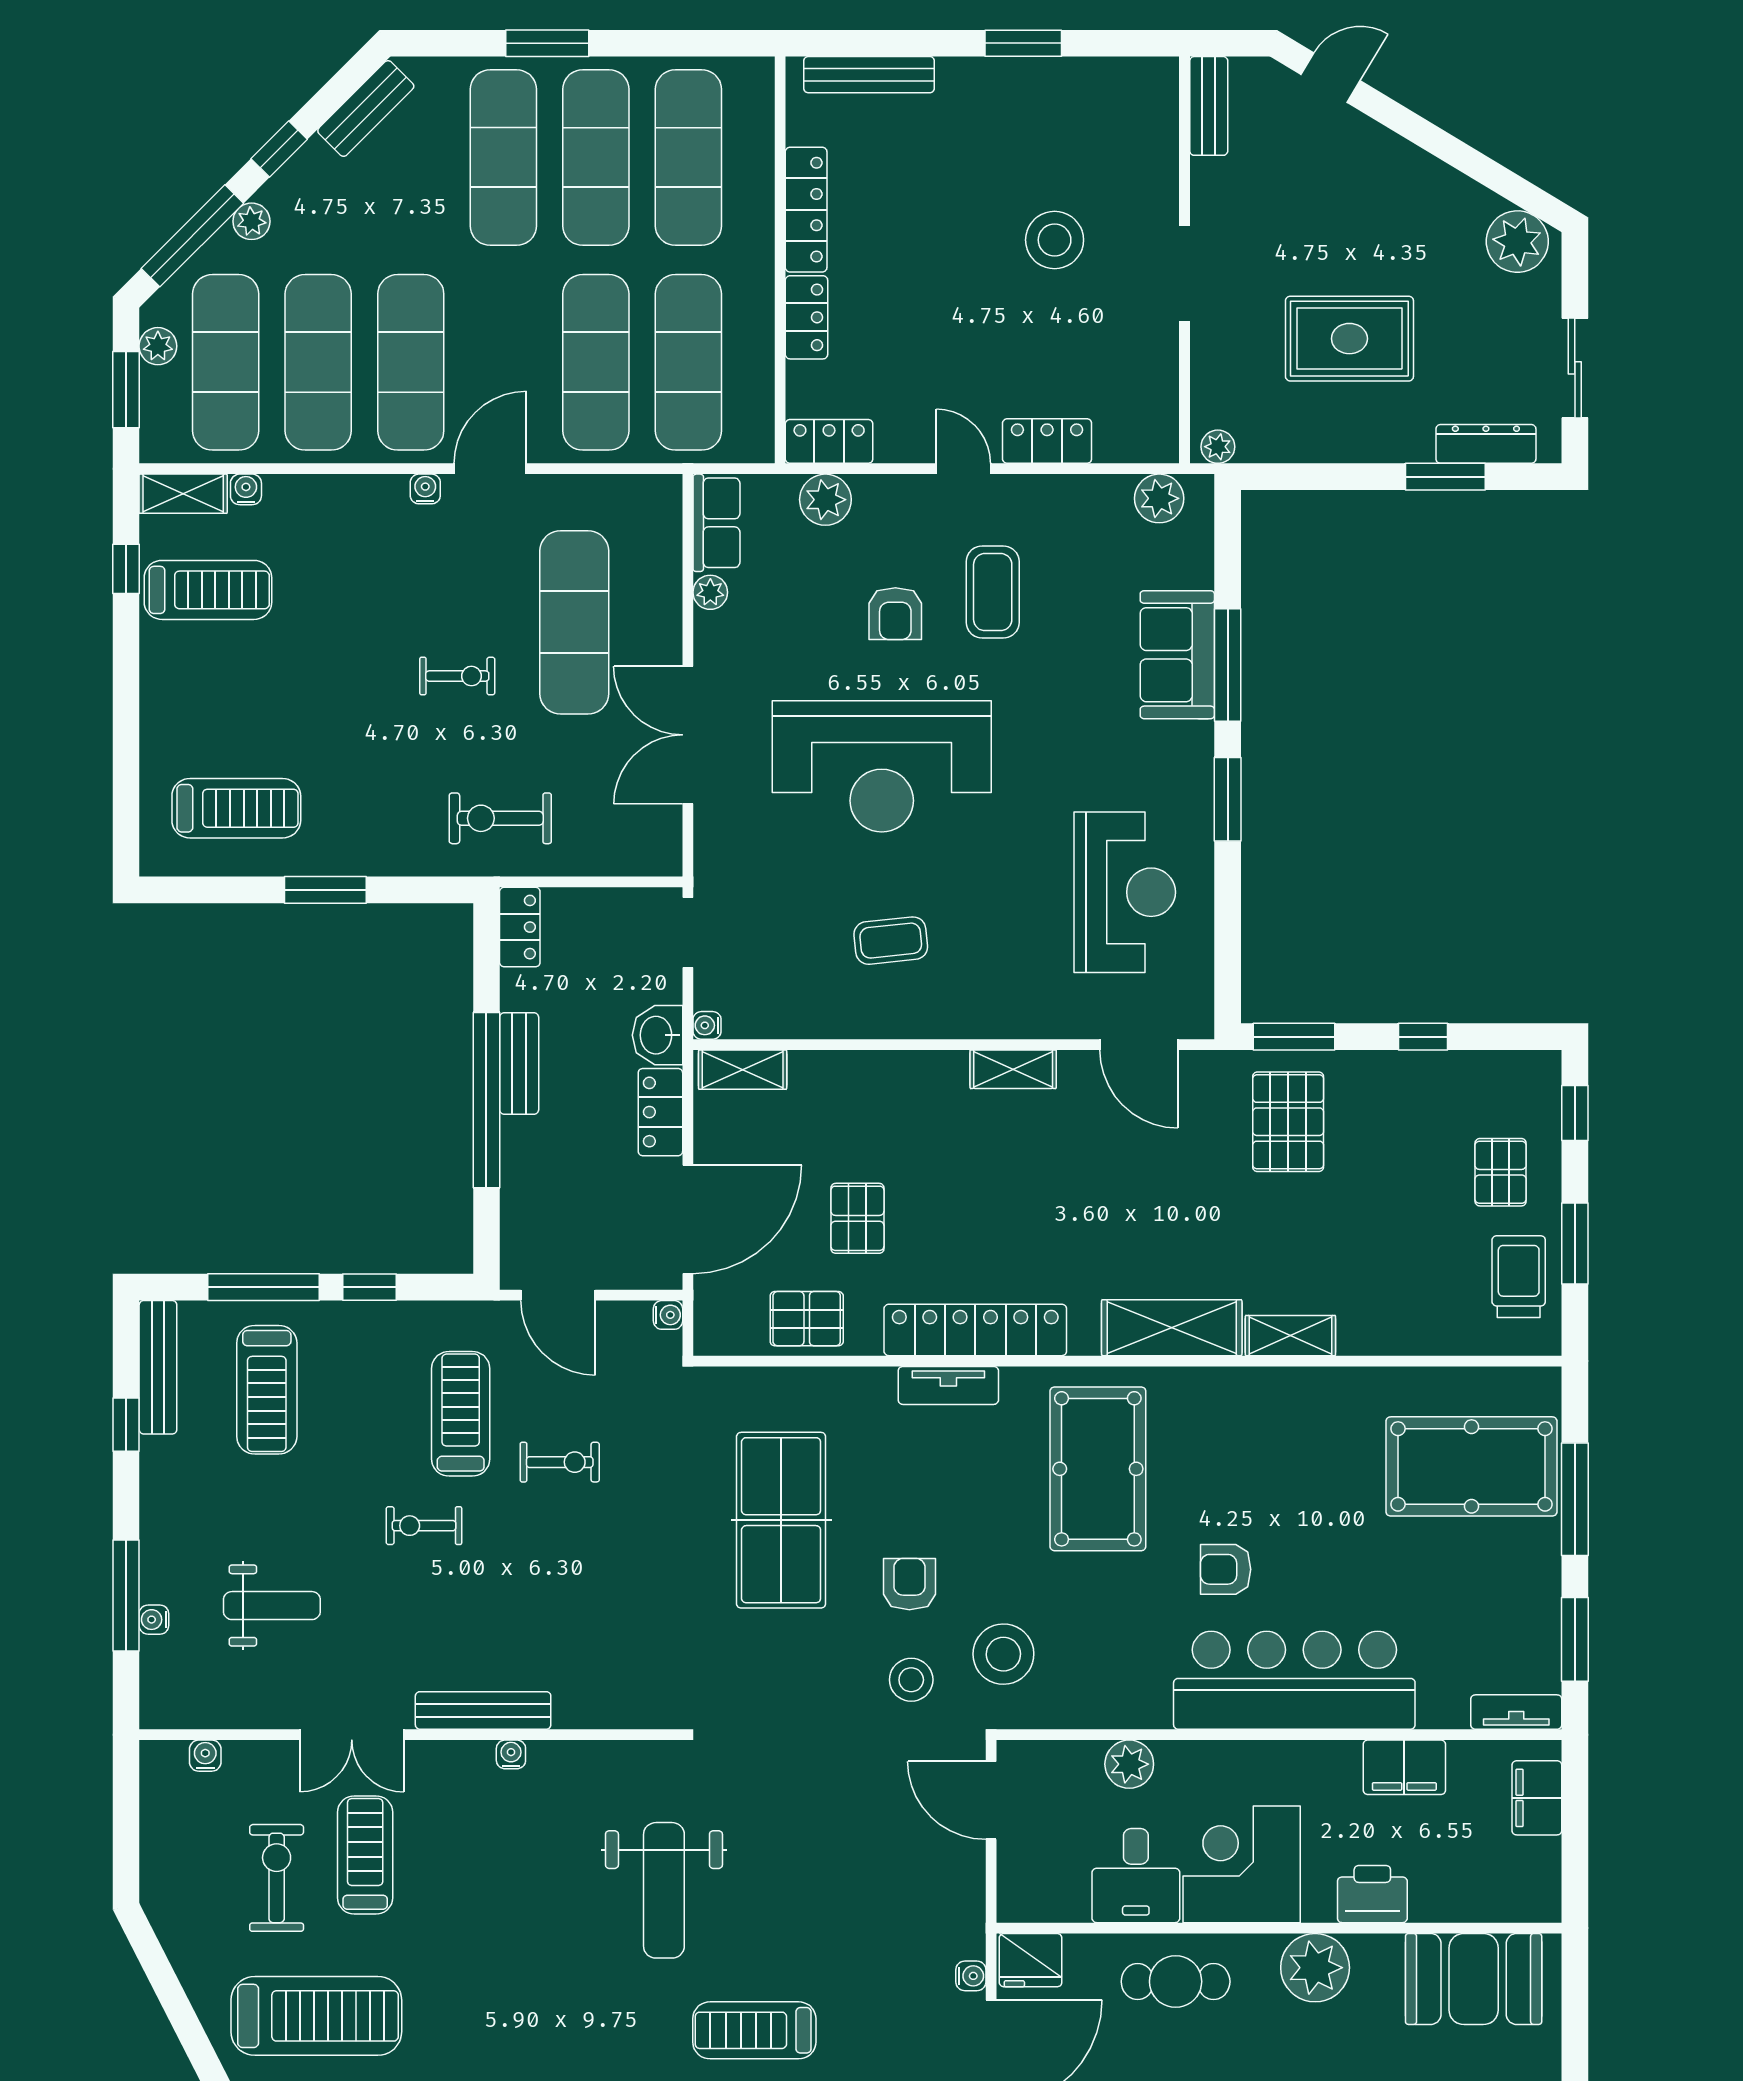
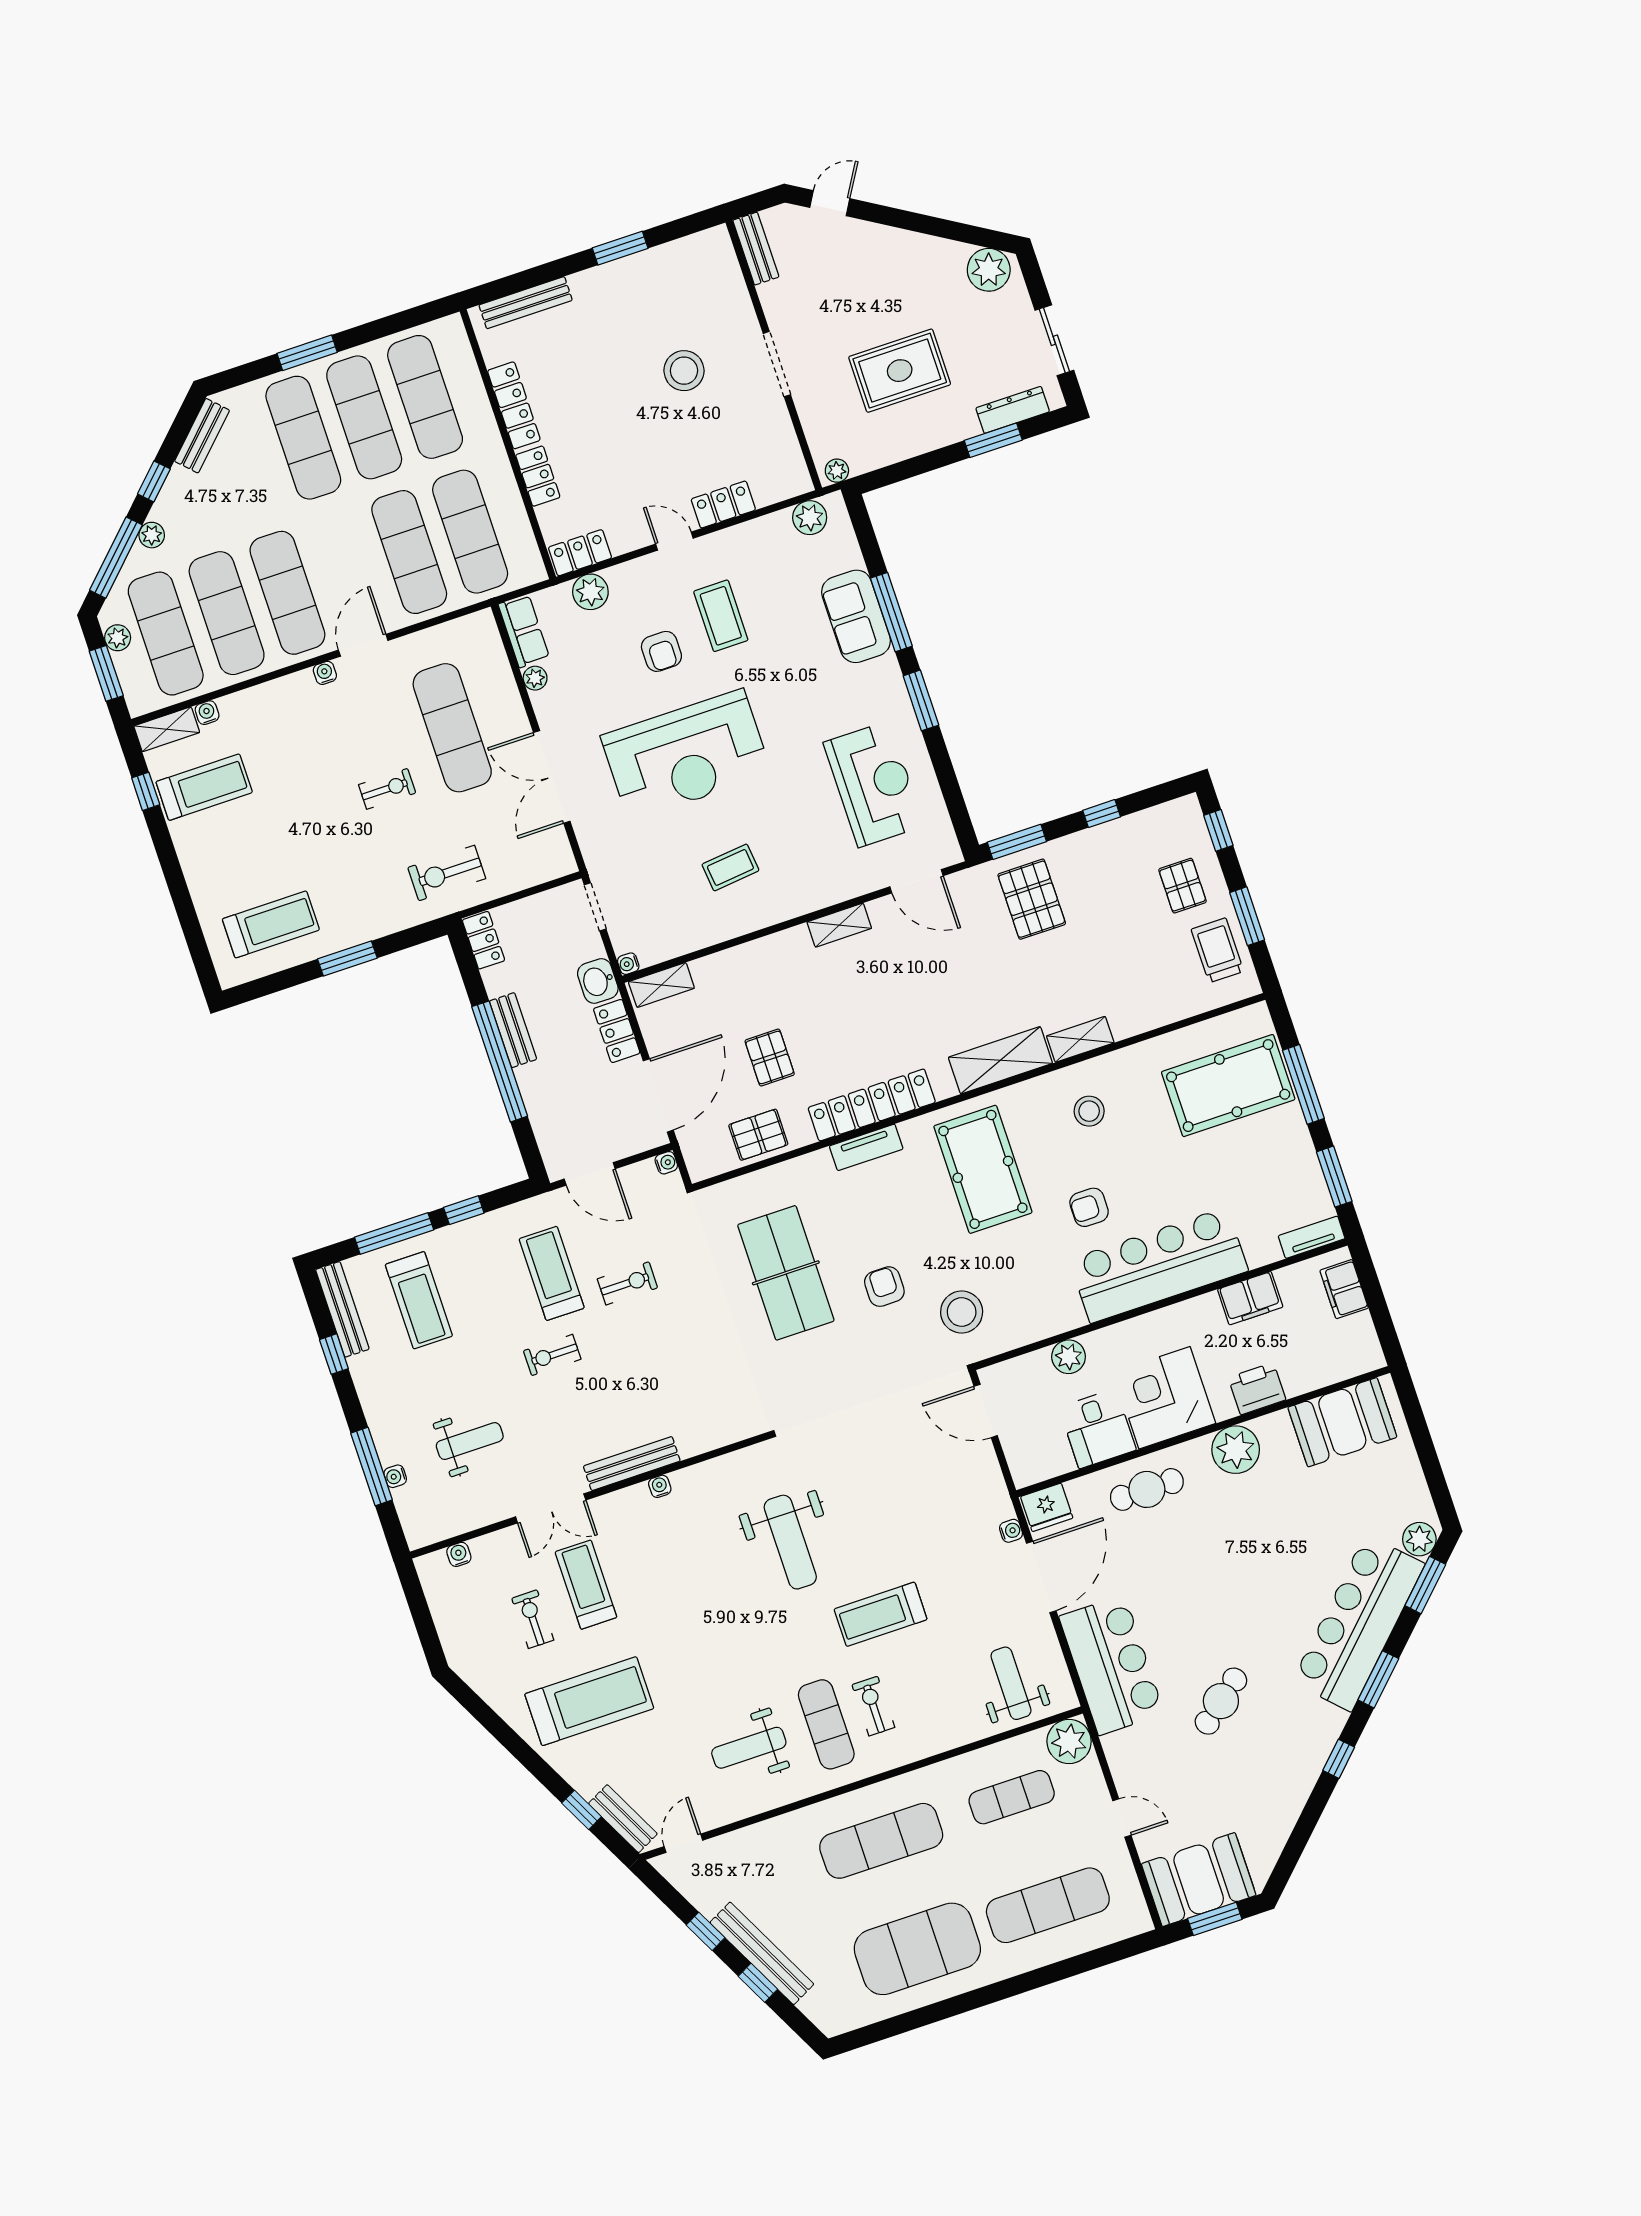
stool: (911, 1680) -> (1089, 1111), moved
exercise bike: (277, 1878) -> (533, 1619), width x0.73, depth x0.72

